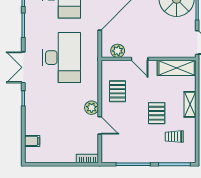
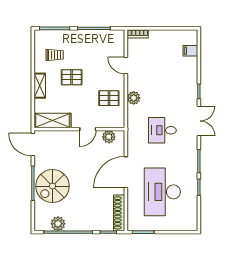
desk: (61, 58) -> (162, 130), width x0.53, depth x0.77
door: (140, 59) -> (88, 129), swing flipped
pallet: (117, 91) -> (109, 98), turned 90
plant: (92, 108) -> (134, 98), moved
pallet: (157, 113) -> (72, 77), turned 90

